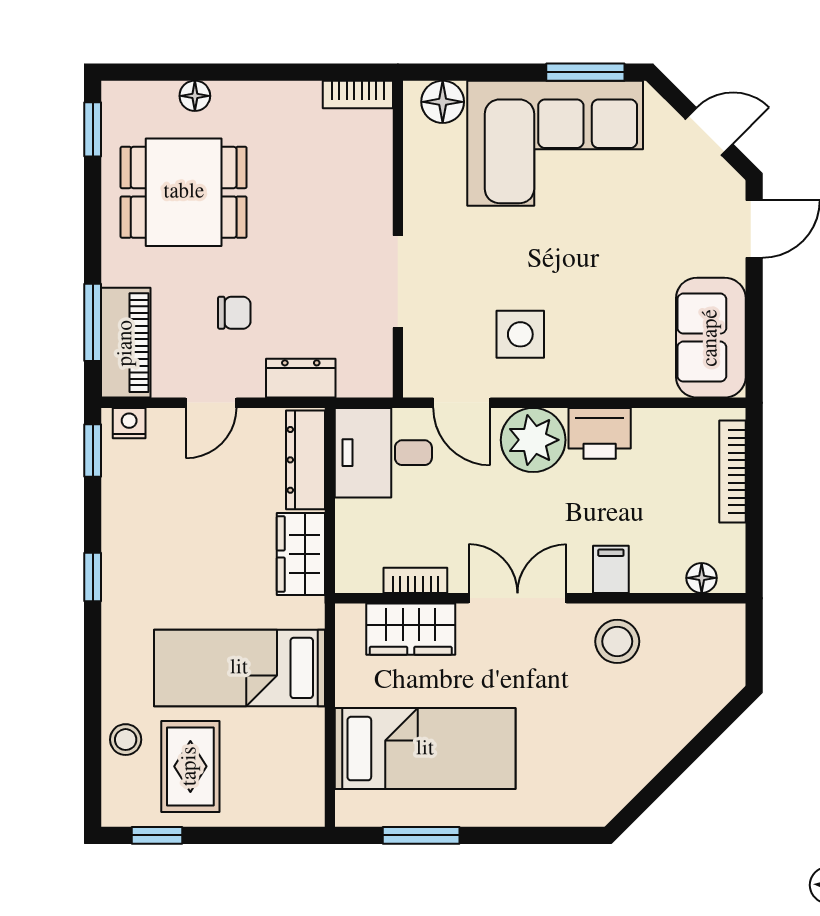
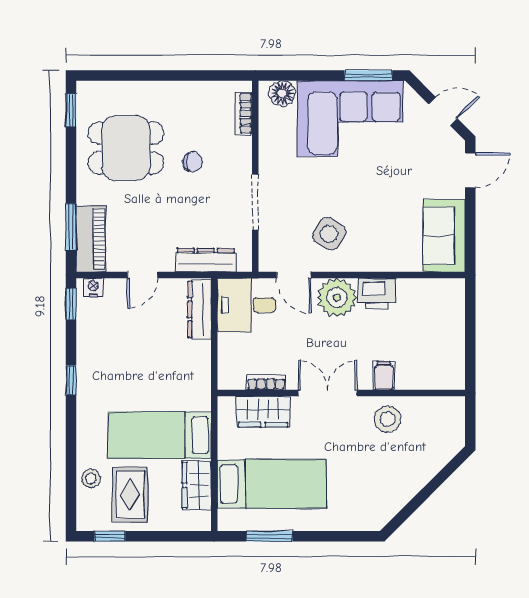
bookcase: (358, 94) -> (244, 113), moved, turned 90
floor lamp: (195, 96) -> (133, 90), removed
chair: (234, 313) -> (193, 162), moved
side table: (520, 334) -> (329, 234), turned 32
dresser: (301, 378) -> (206, 260), width x1.44
bookcase: (732, 471) -> (457, 317), removed
wardrobe: (301, 554) -> (197, 485), moved
floor lamp: (702, 578) -> (439, 381), removed

